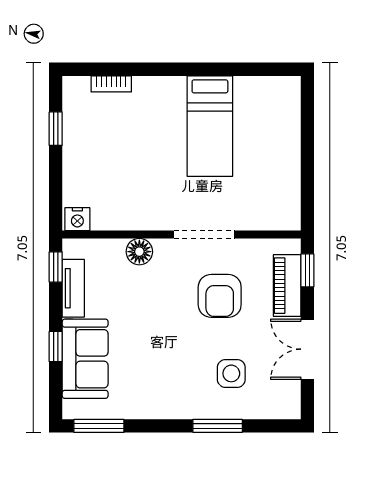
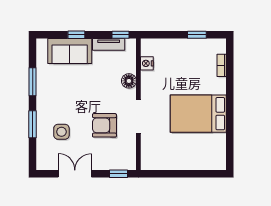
bed: (210, 126) -> (198, 114), width x1.50
nightstand: (77, 219) -> (147, 63), moved
piano: (287, 286) -> (110, 163), removed
window: (99, 426) -> (33, 82), moved

